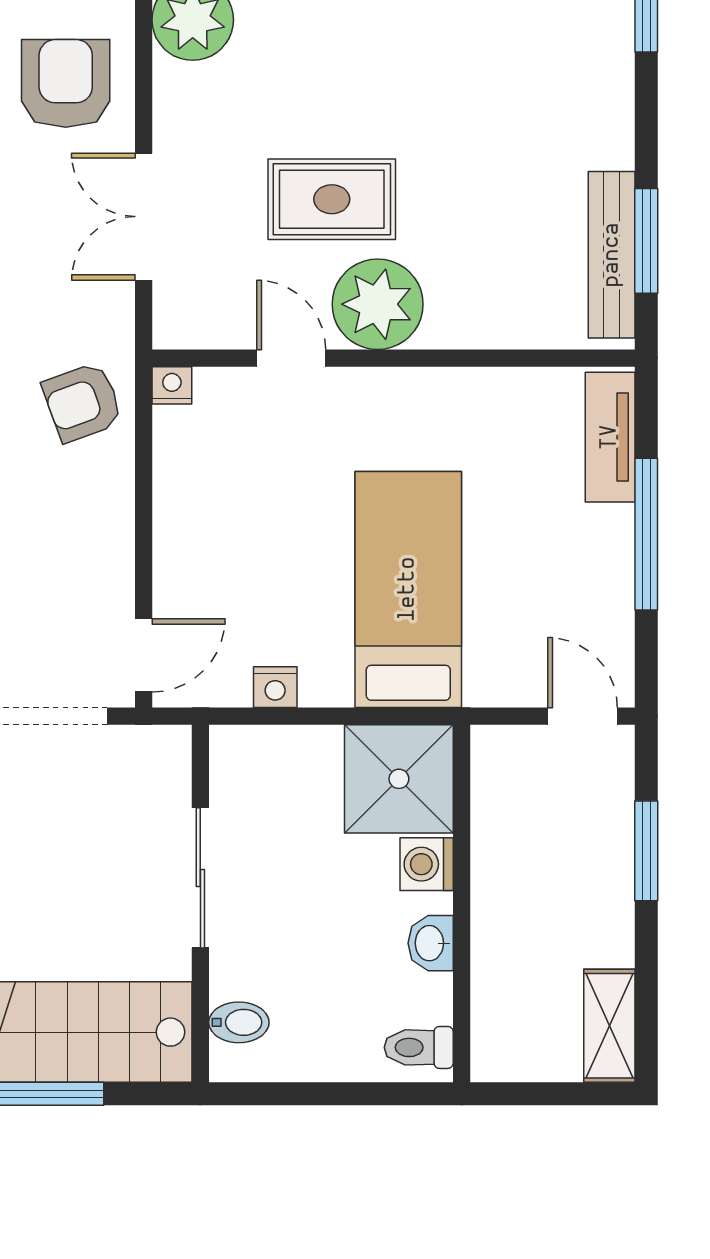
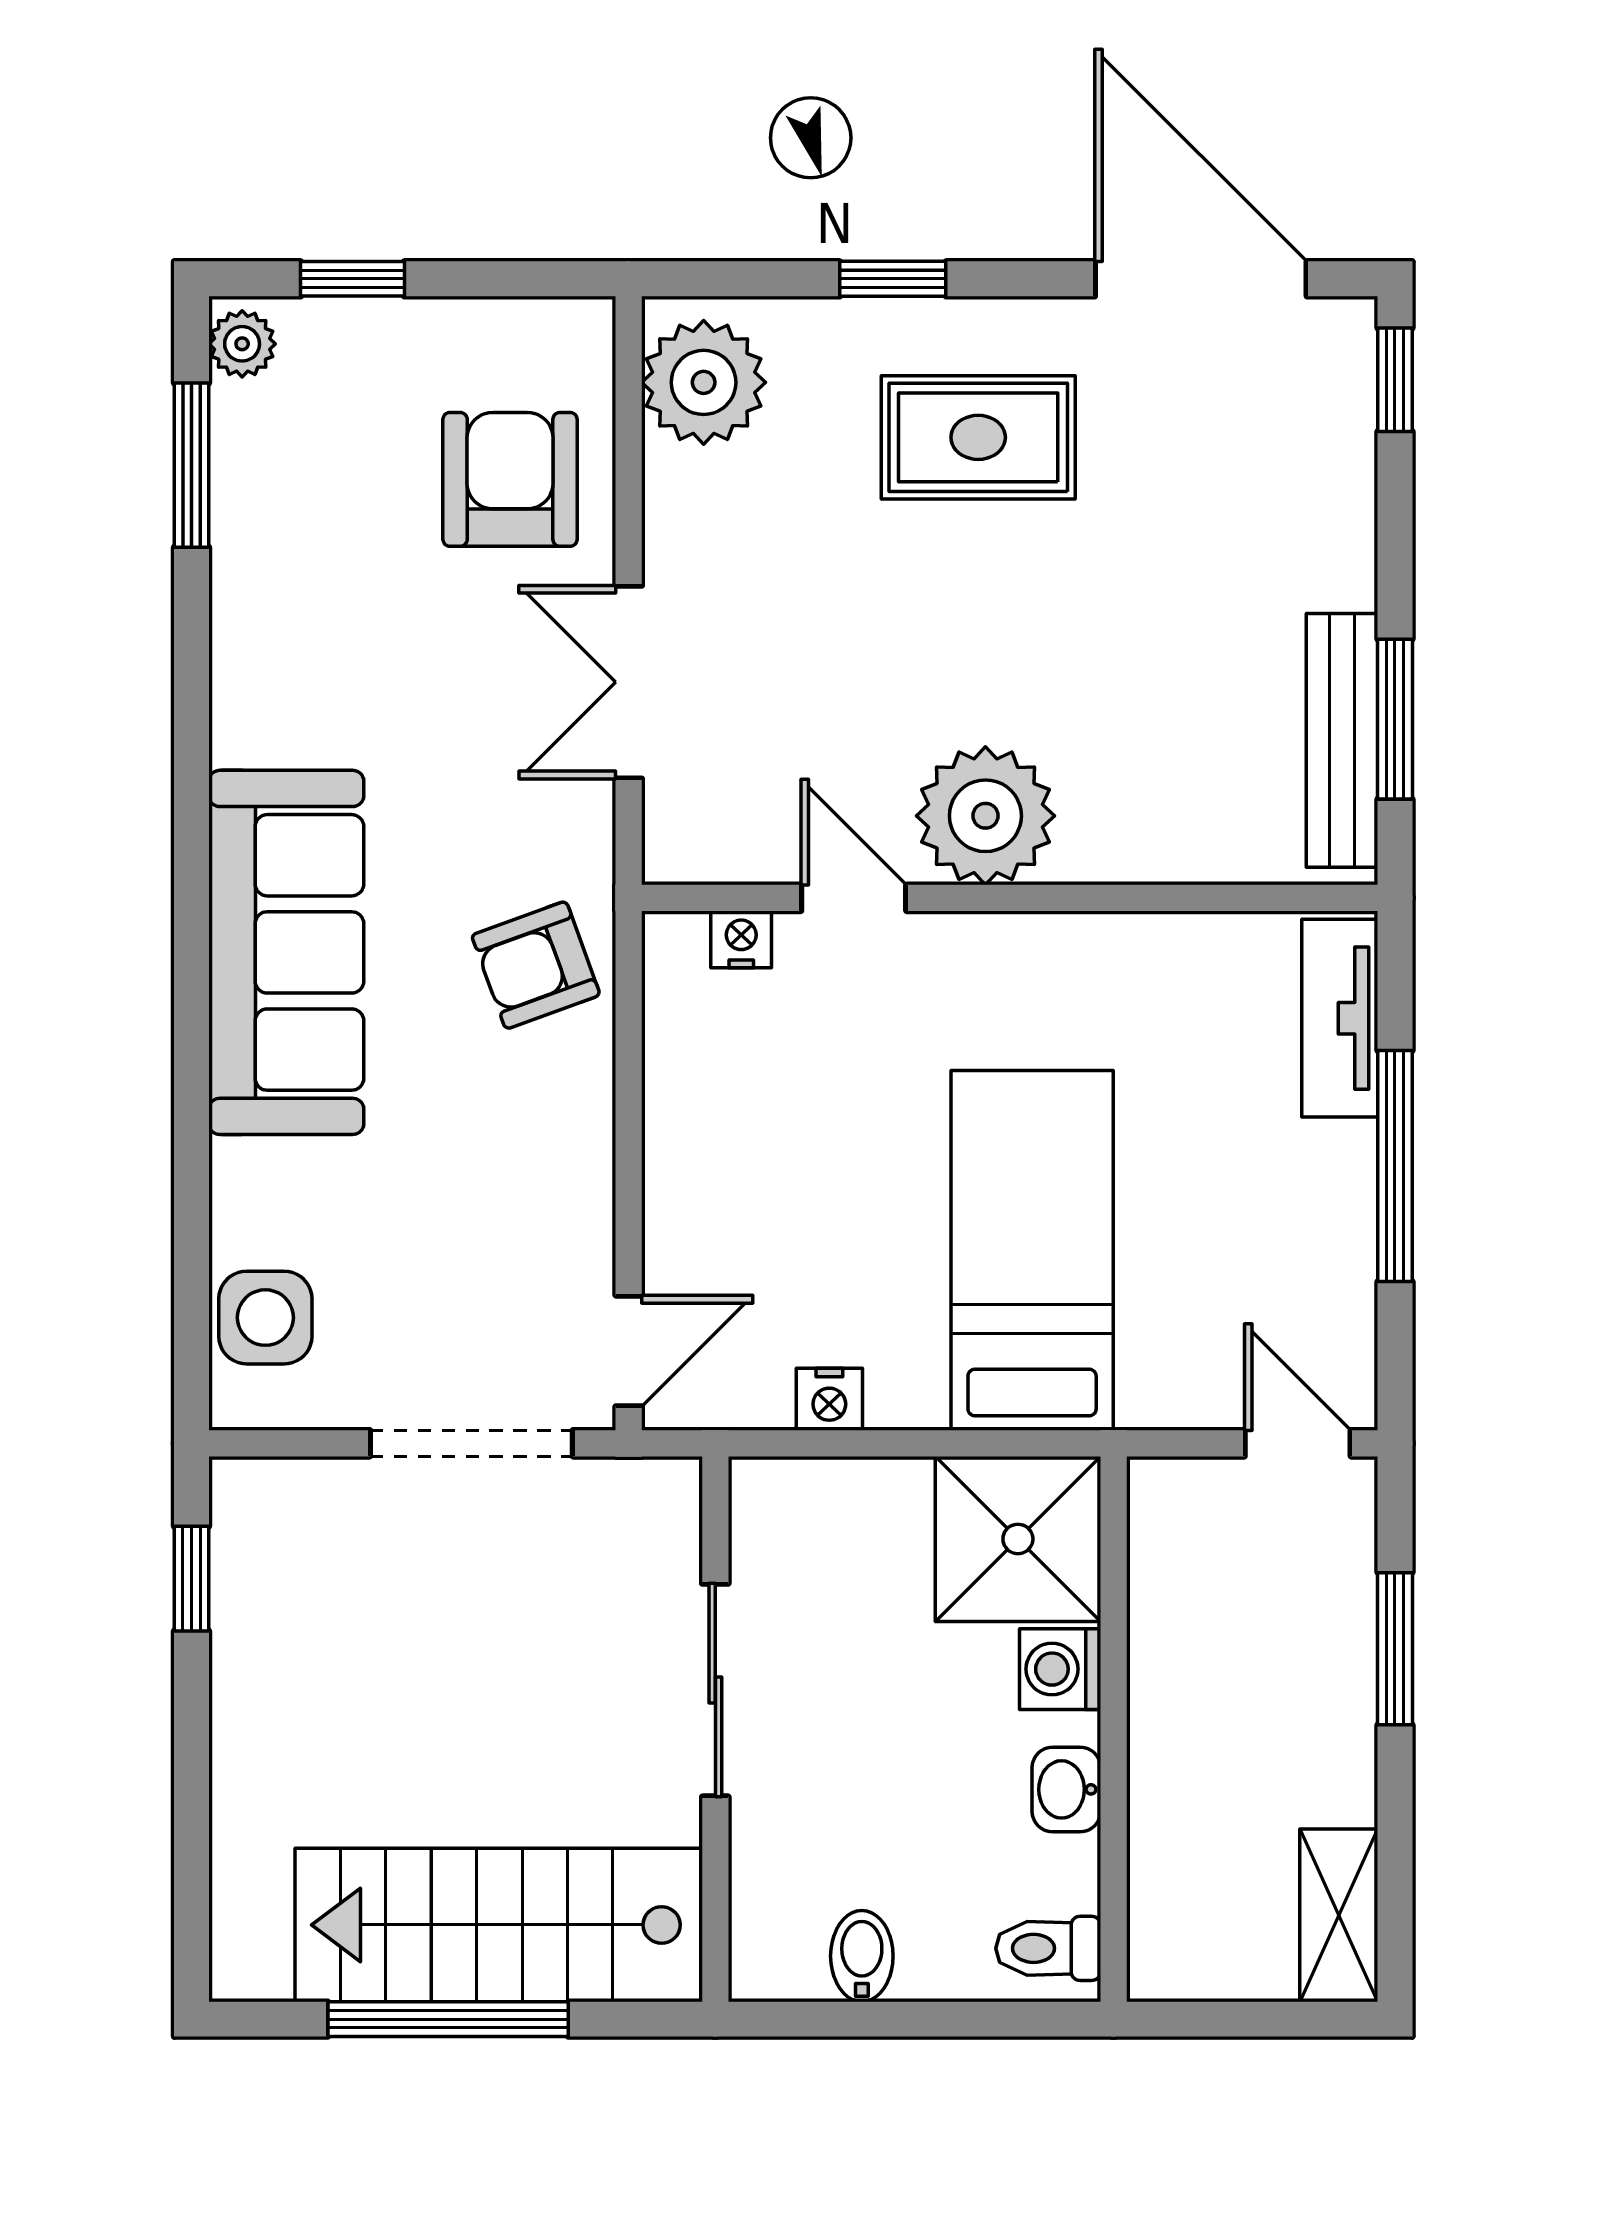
rug: (332, 199) -> (978, 437), moved
nightstand: (172, 385) -> (741, 939), moved
bidet: (239, 1022) -> (862, 1956), moved, turned -90

